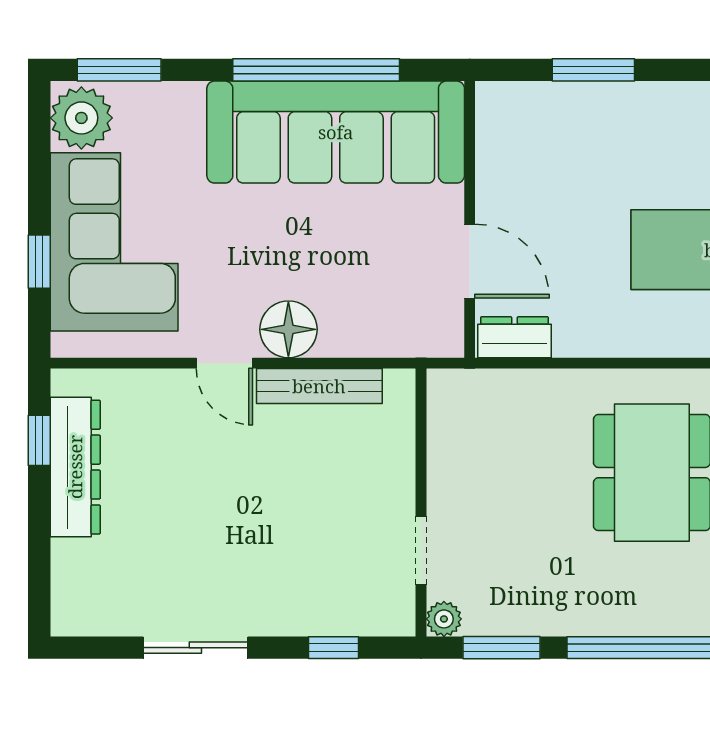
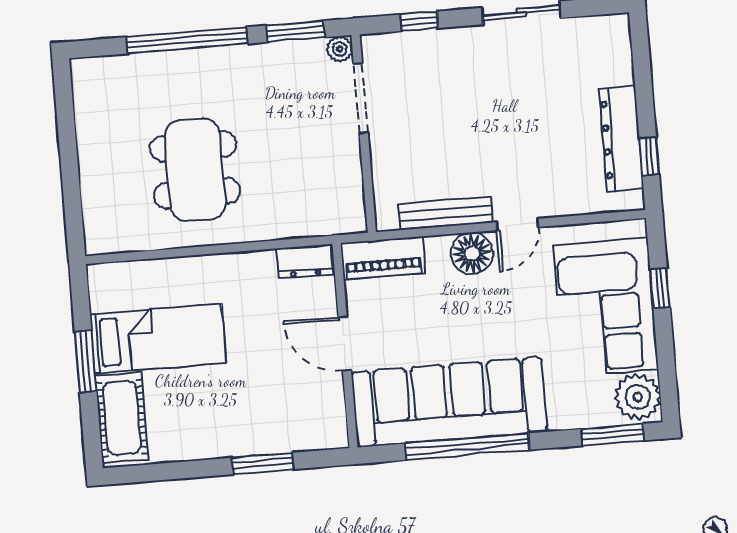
door: (470, 261) -> (345, 344), moved
piano: (408, 333) -> (383, 258), added
door: (224, 363) -> (517, 225), swing flipped
doorway: (421, 551) -> (361, 98), width x1.38

